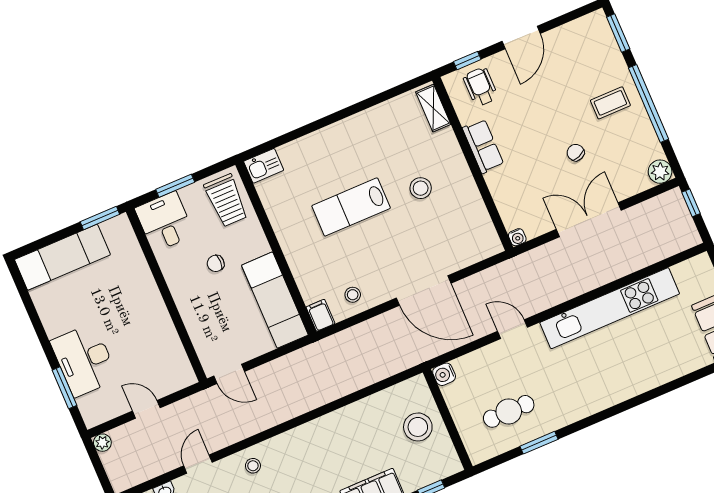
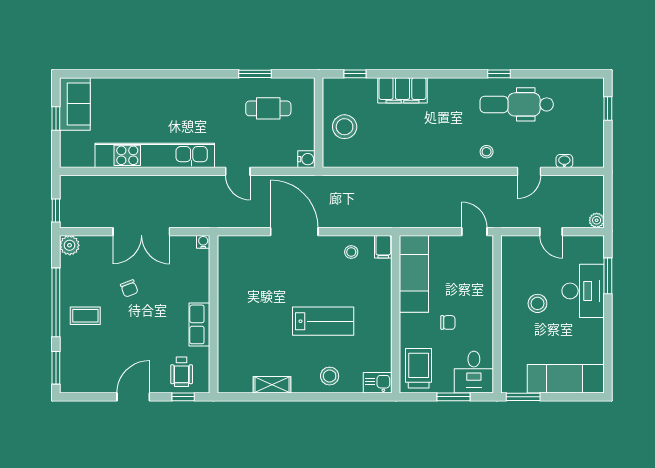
shelving: (433, 108) -> (272, 385), moved, turned 90
stool: (421, 188) -> (330, 376), moved
stool: (128, 325) -> (537, 303), added

